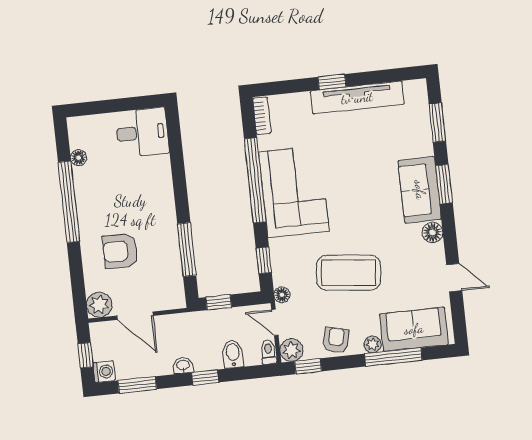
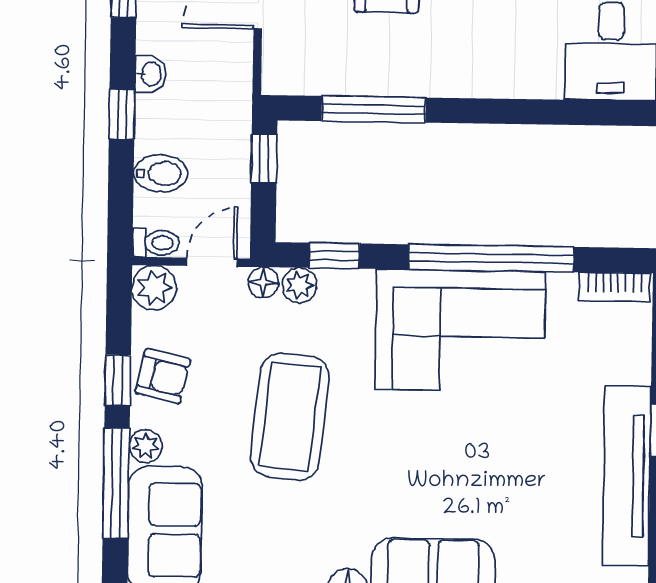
plant: (281, 276) -> (299, 285), added
window: (308, 366) -> (118, 380), moved

